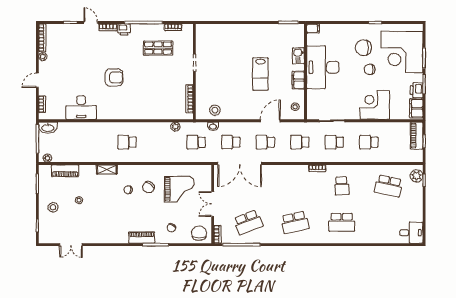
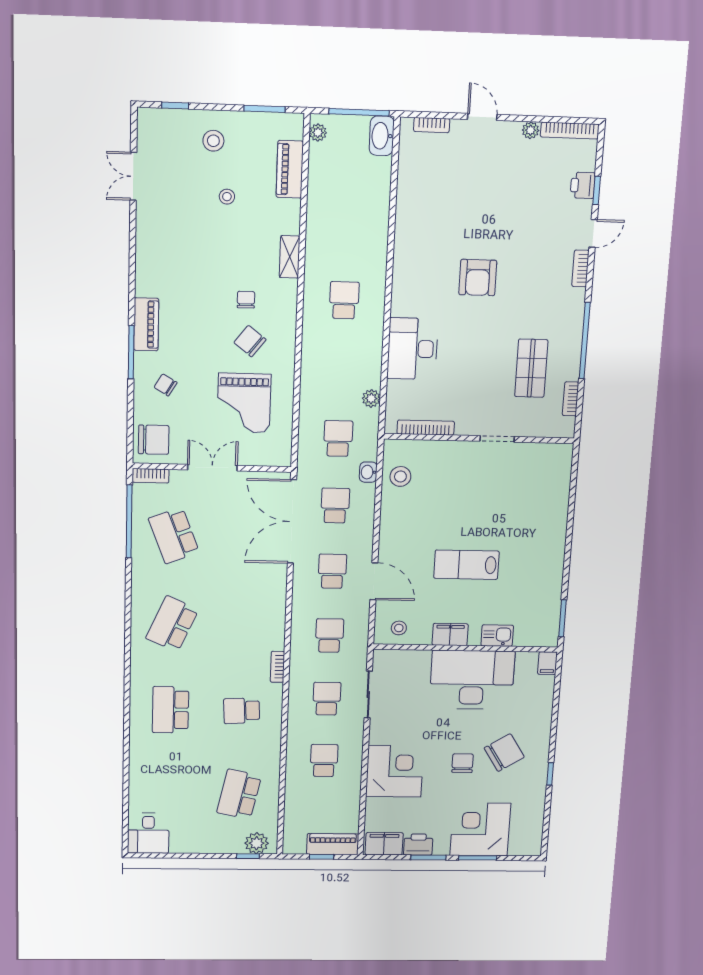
printer: (124, 29) -> (583, 185), moved
chair: (363, 48) -> (504, 753), turned 58
corner desk: (402, 52) -> (480, 829), width x0.74, depth x0.74
desk: (81, 107) -> (413, 349), moved
school desk: (295, 222) -> (172, 624), turned 36

